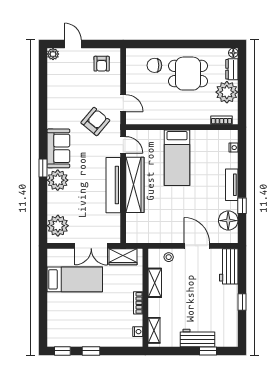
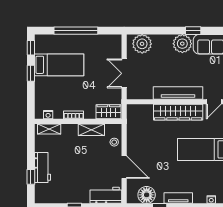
door: (197, 246) -> (124, 167), hinge flipped
wardrobe: (123, 257) -> (109, 112), moved, turned 90
bed: (75, 279) -> (59, 65), moved, turned -90
window: (43, 300) -> (76, 31), added

